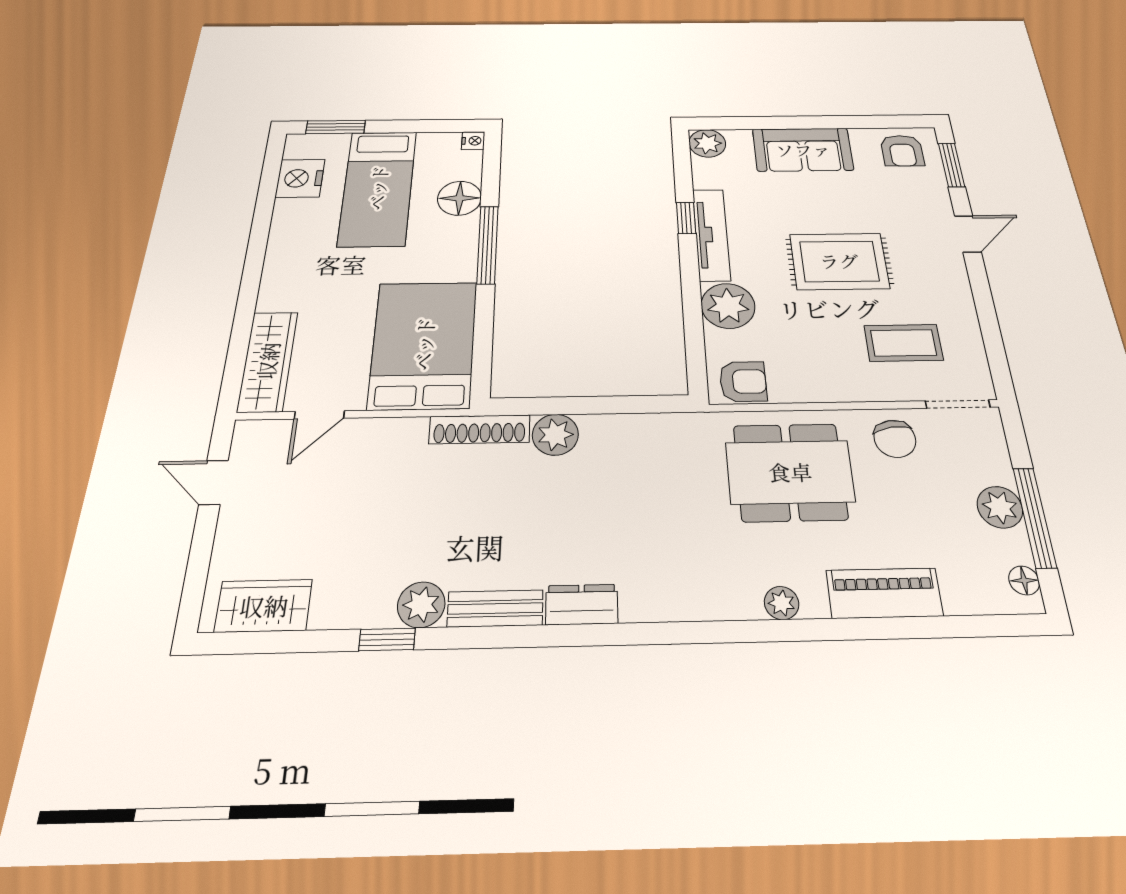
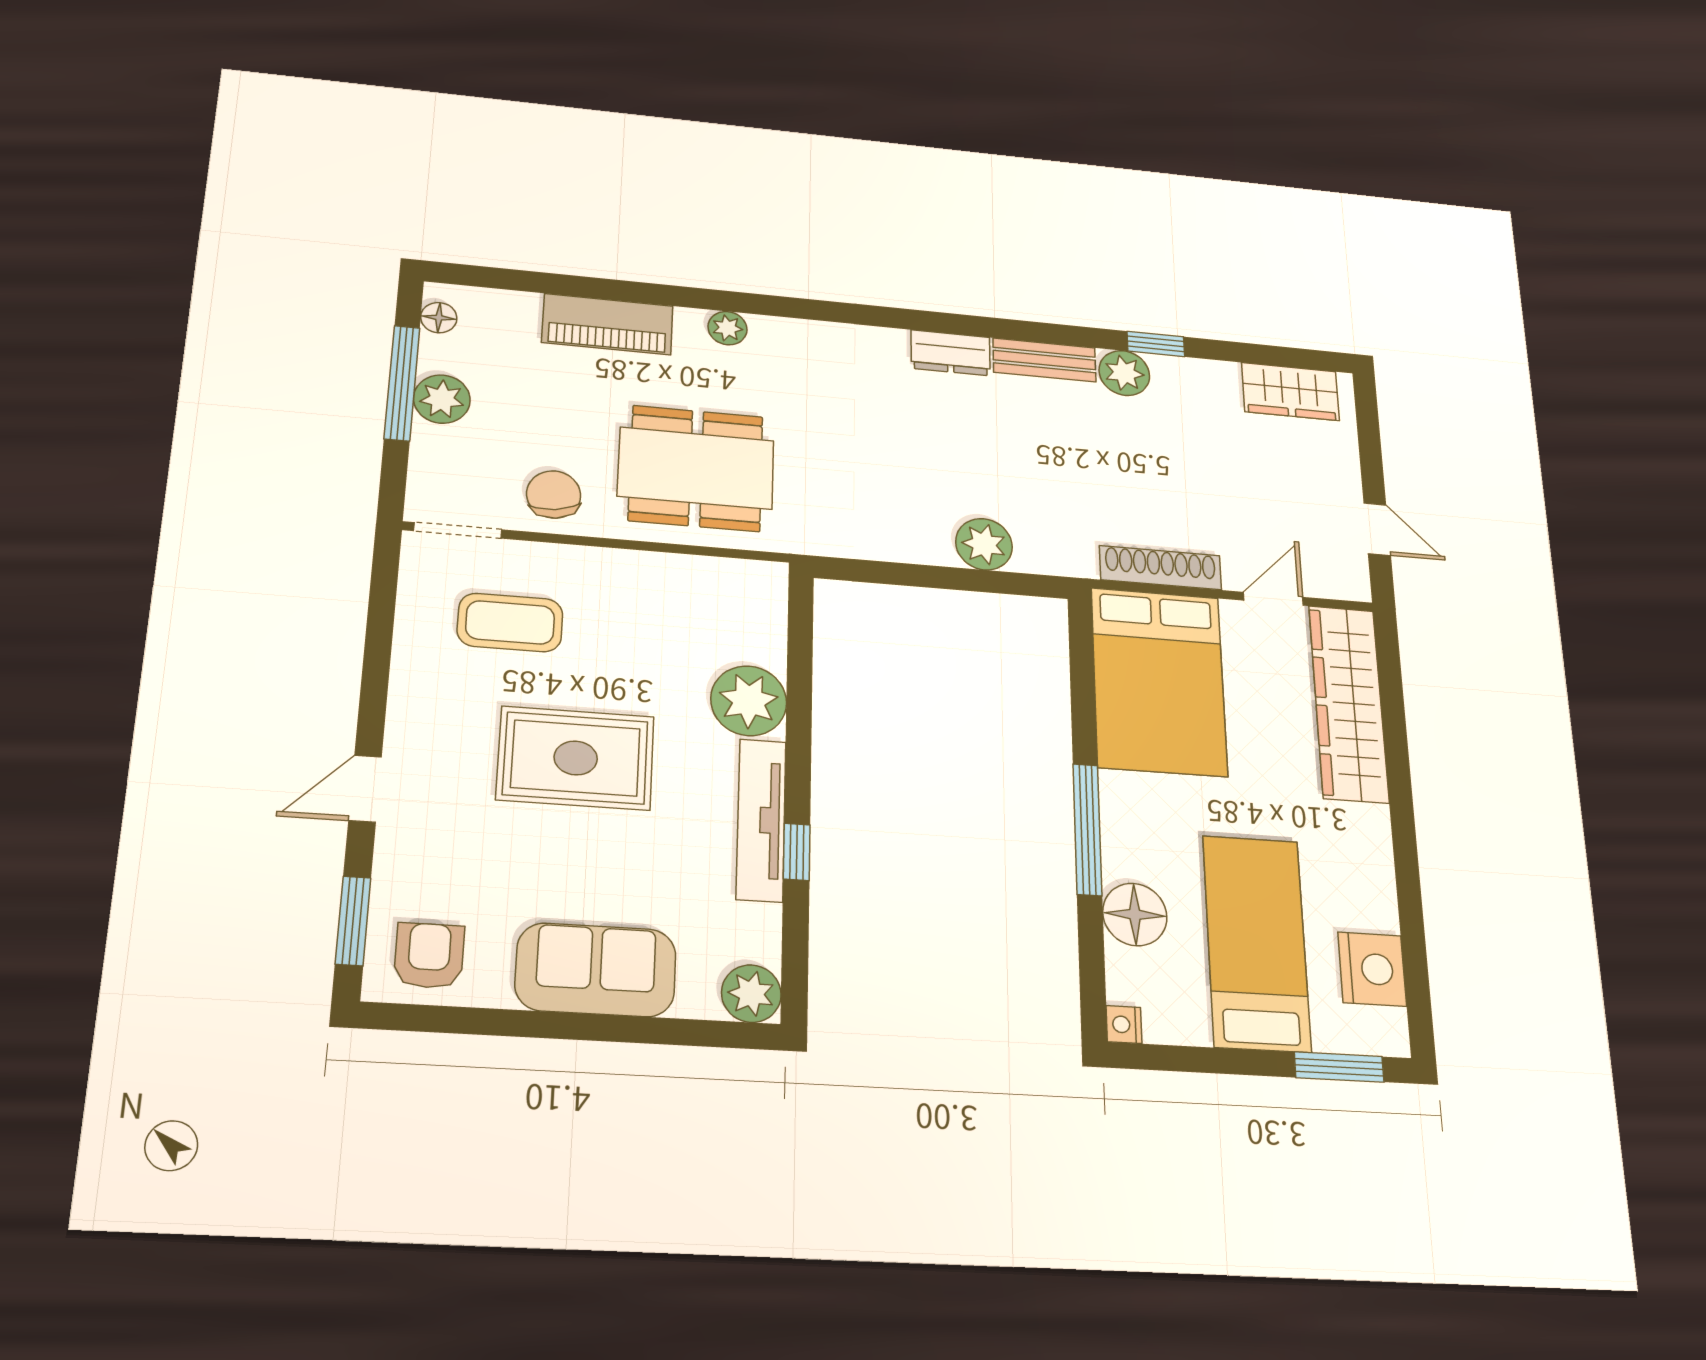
wardrobe: (268, 361) -> (1349, 703), width x1.40, depth x1.17
armchair: (743, 382) -> (741, 589), removed
shoe rack: (480, 429) -> (1161, 568), moved

